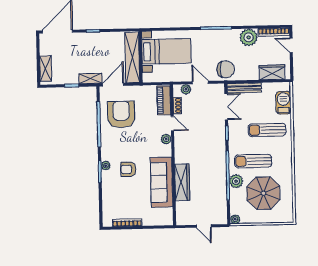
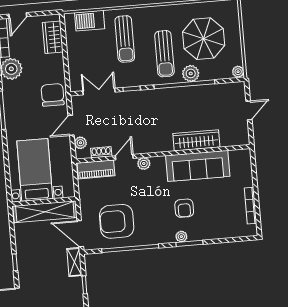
bench: (244, 88) -> (74, 70), removed

